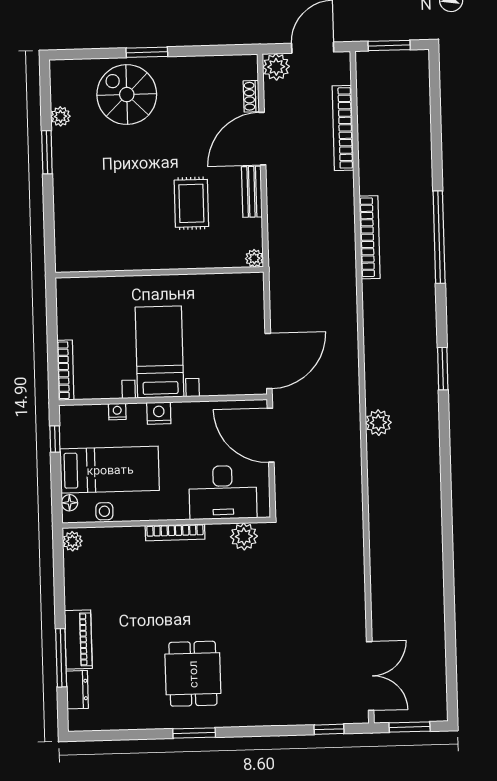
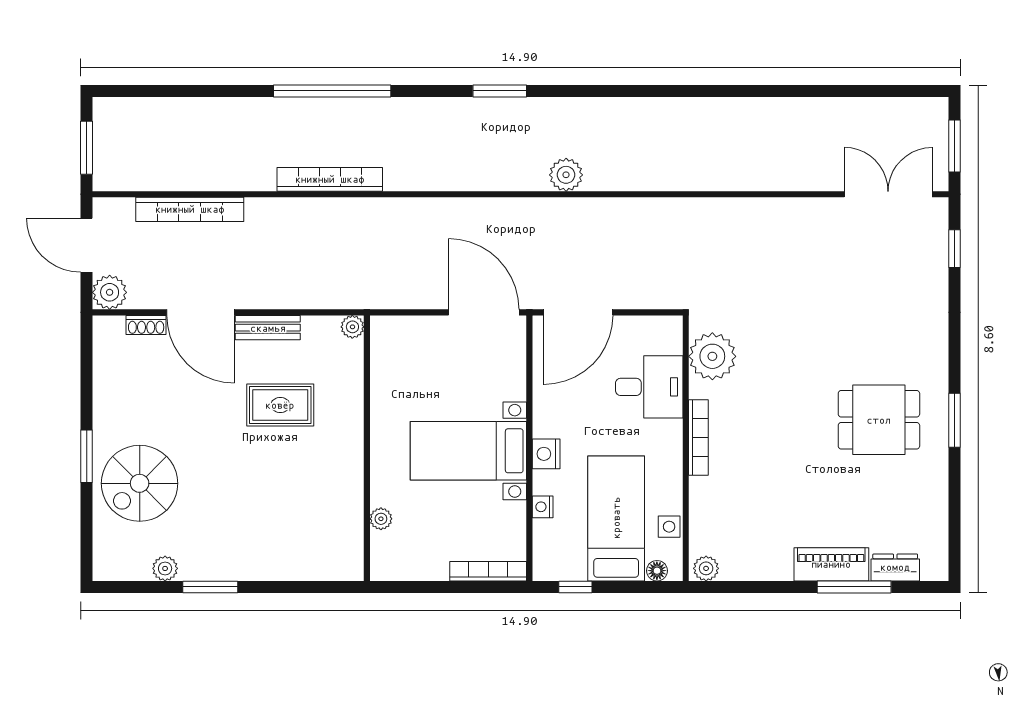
plant: (104, 285) -> (381, 519), added
desk: (223, 492) -> (649, 387), width x0.73
plant: (244, 536) -> (712, 356), width x1.36, depth x1.36

